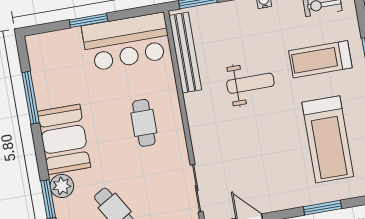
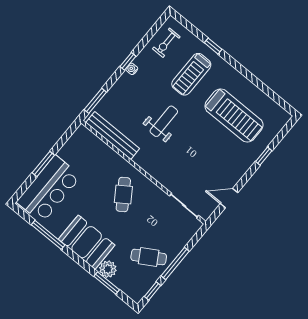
bar counter: (127, 42) -> (49, 189), moved
cafe table: (144, 123) -> (123, 195), turned 56
window: (323, 208) -> (264, 156), width x0.67

